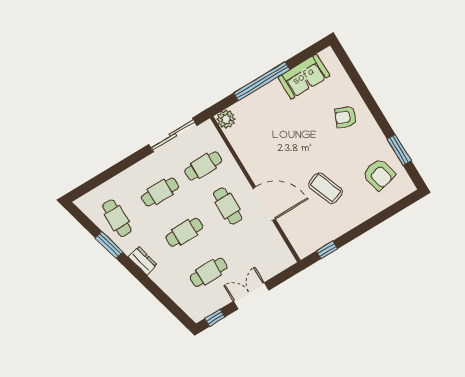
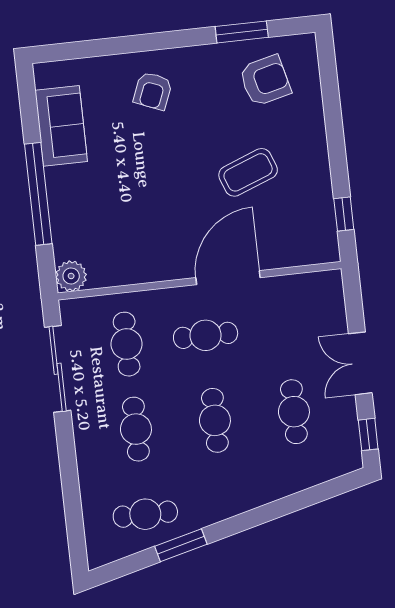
dresser: (143, 261) -> (229, 505), removed

